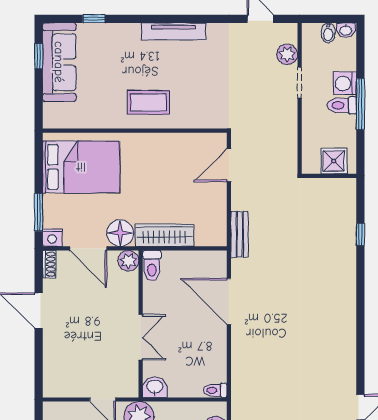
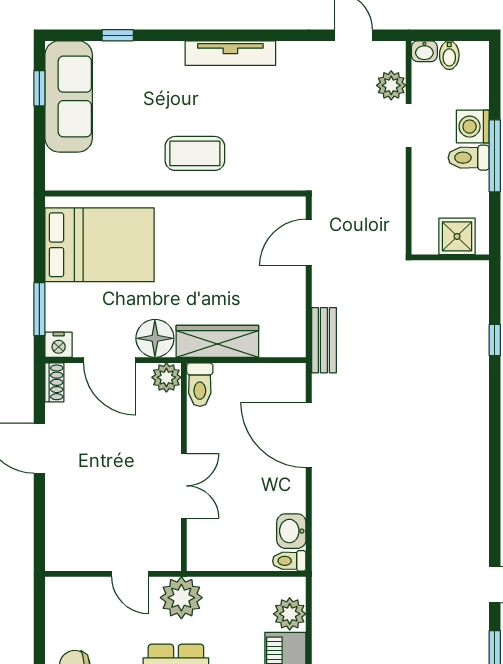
washbasin: (346, 30) -> (424, 51), moved
washbasin: (155, 387) -> (291, 531), moved, turned -90

